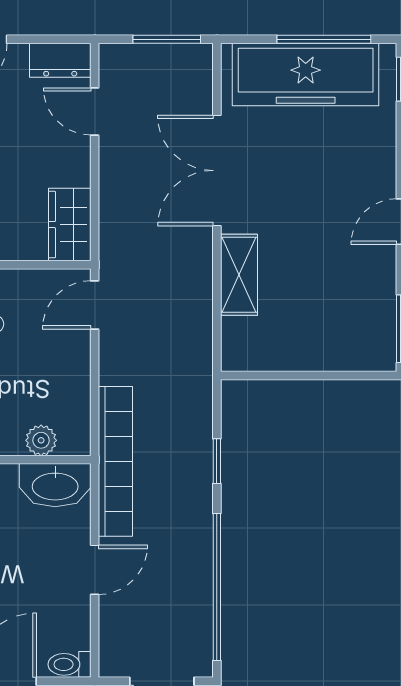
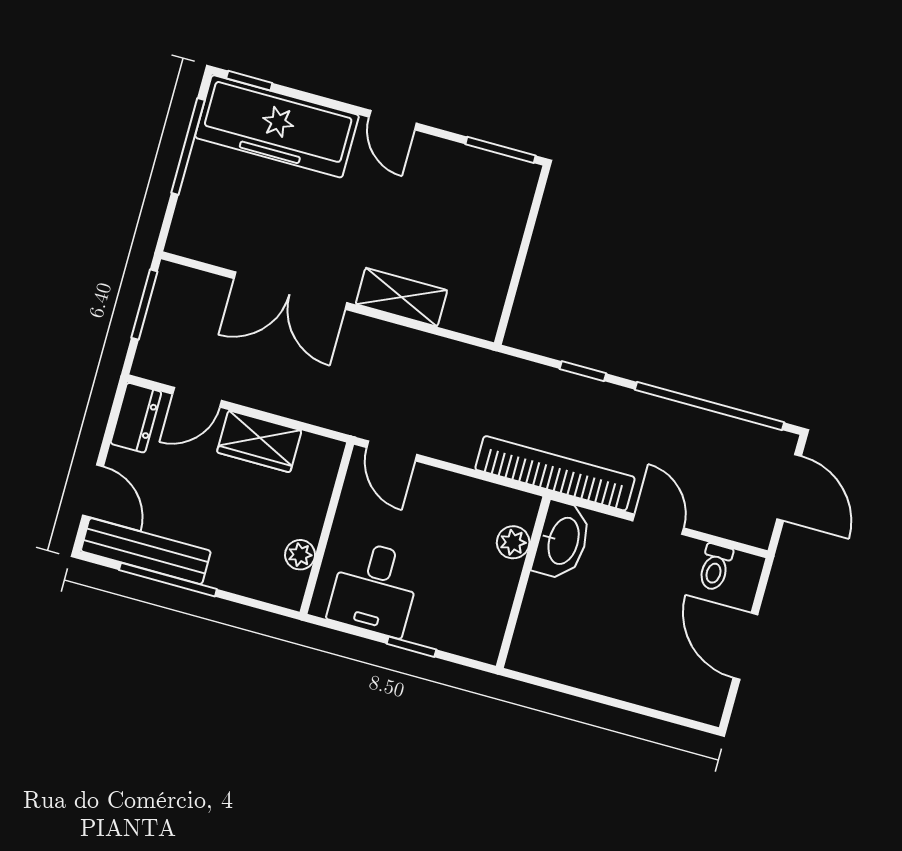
freezer: (306, 74) -> (277, 126), moved, turned 90
wardrobe: (70, 225) -> (259, 441), moved
toilet: (69, 664) -> (715, 567), moved

